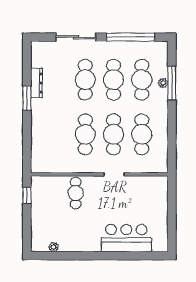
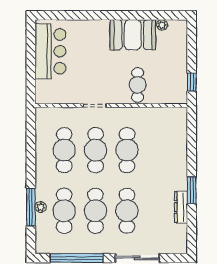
booth: (80, 238) -> (133, 35), added
bar counter: (126, 238) -> (50, 51), moved, turned -90

